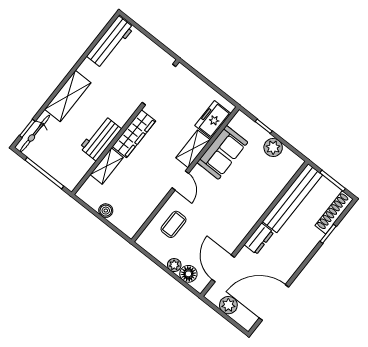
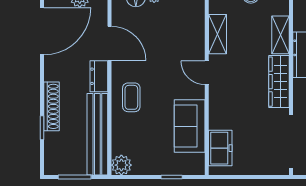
plant: (273, 148) -> (121, 165), moved
shelving: (193, 149) -> (218, 34), moved
shoe rack: (334, 212) -> (52, 106), moved
coffee table: (173, 224) -> (131, 97), moved
door: (223, 268) -> (109, 43), moved

